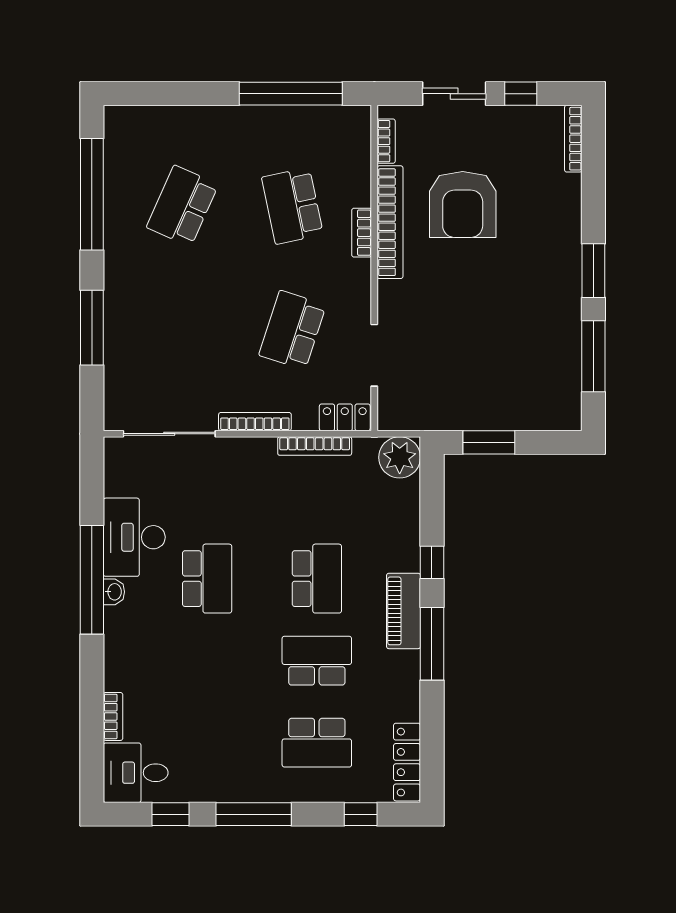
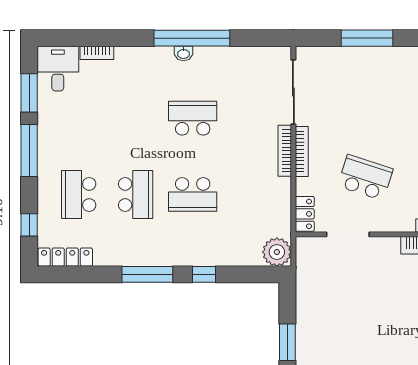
window: (489, 442) -> (287, 342), moved
bookcase: (315, 446) -> (285, 151), moved
desk: (134, 537) -> (221, 68), removed
school desk: (207, 579) -> (193, 118), turned 180
piano: (404, 611) -> (170, 255), removed
window: (170, 814) -> (29, 93), width x1.50

